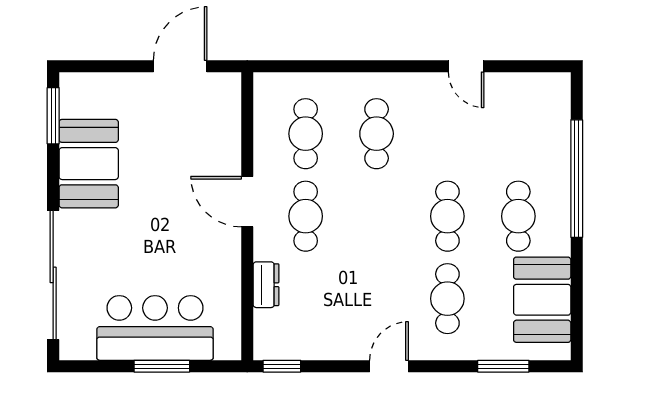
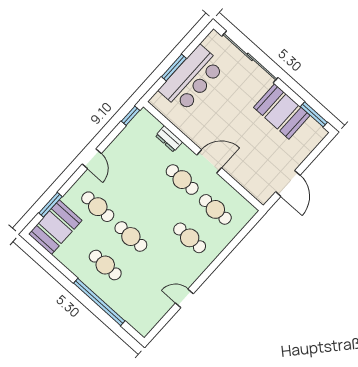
booth: (542, 300) -> (55, 227), moved, turned 90

